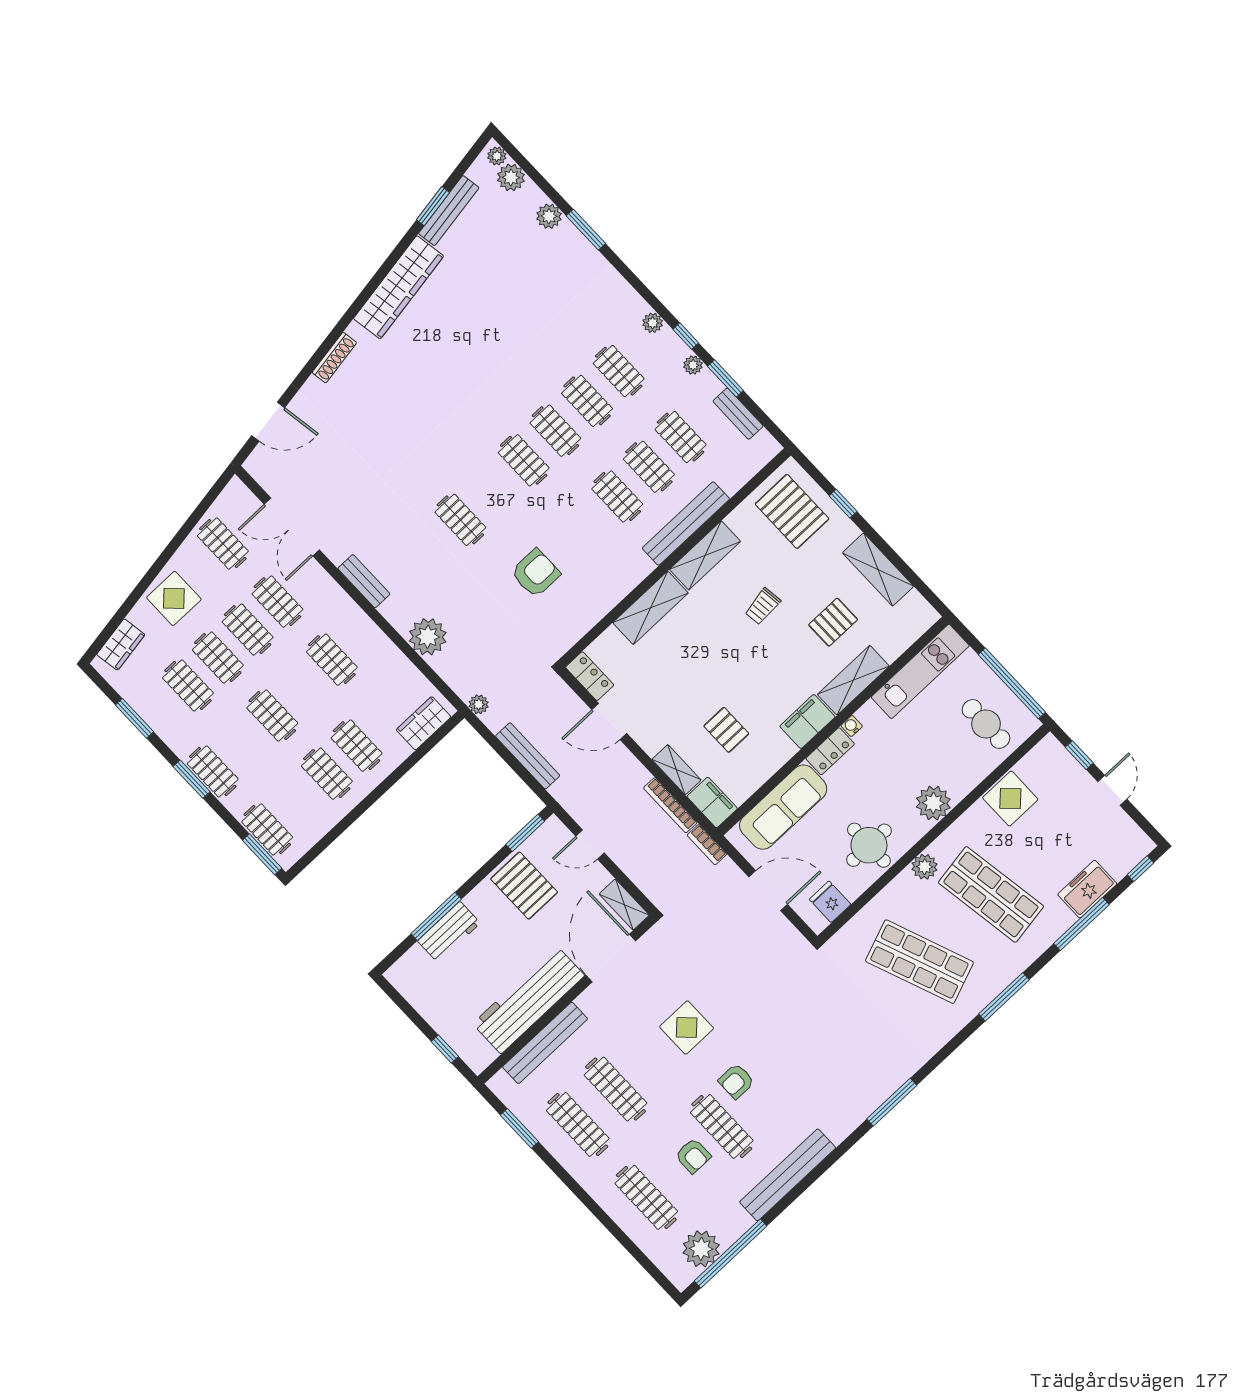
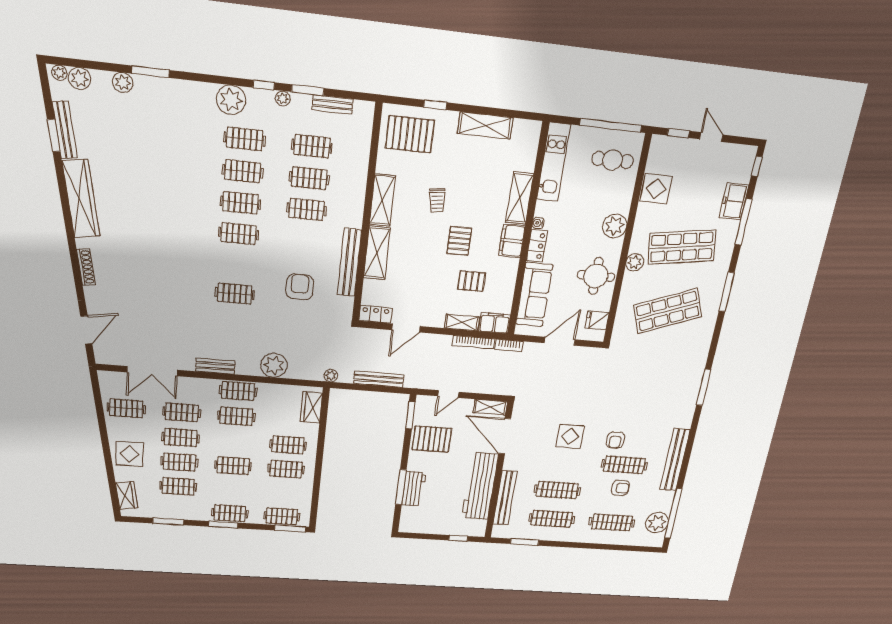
plant: (653, 323) -> (231, 100), width x1.88, depth x1.88
bench: (686, 524) -> (349, 262), moved
pallet: (833, 622) -> (459, 241), moved
clothes rail: (362, 632) -> (238, 391), added

